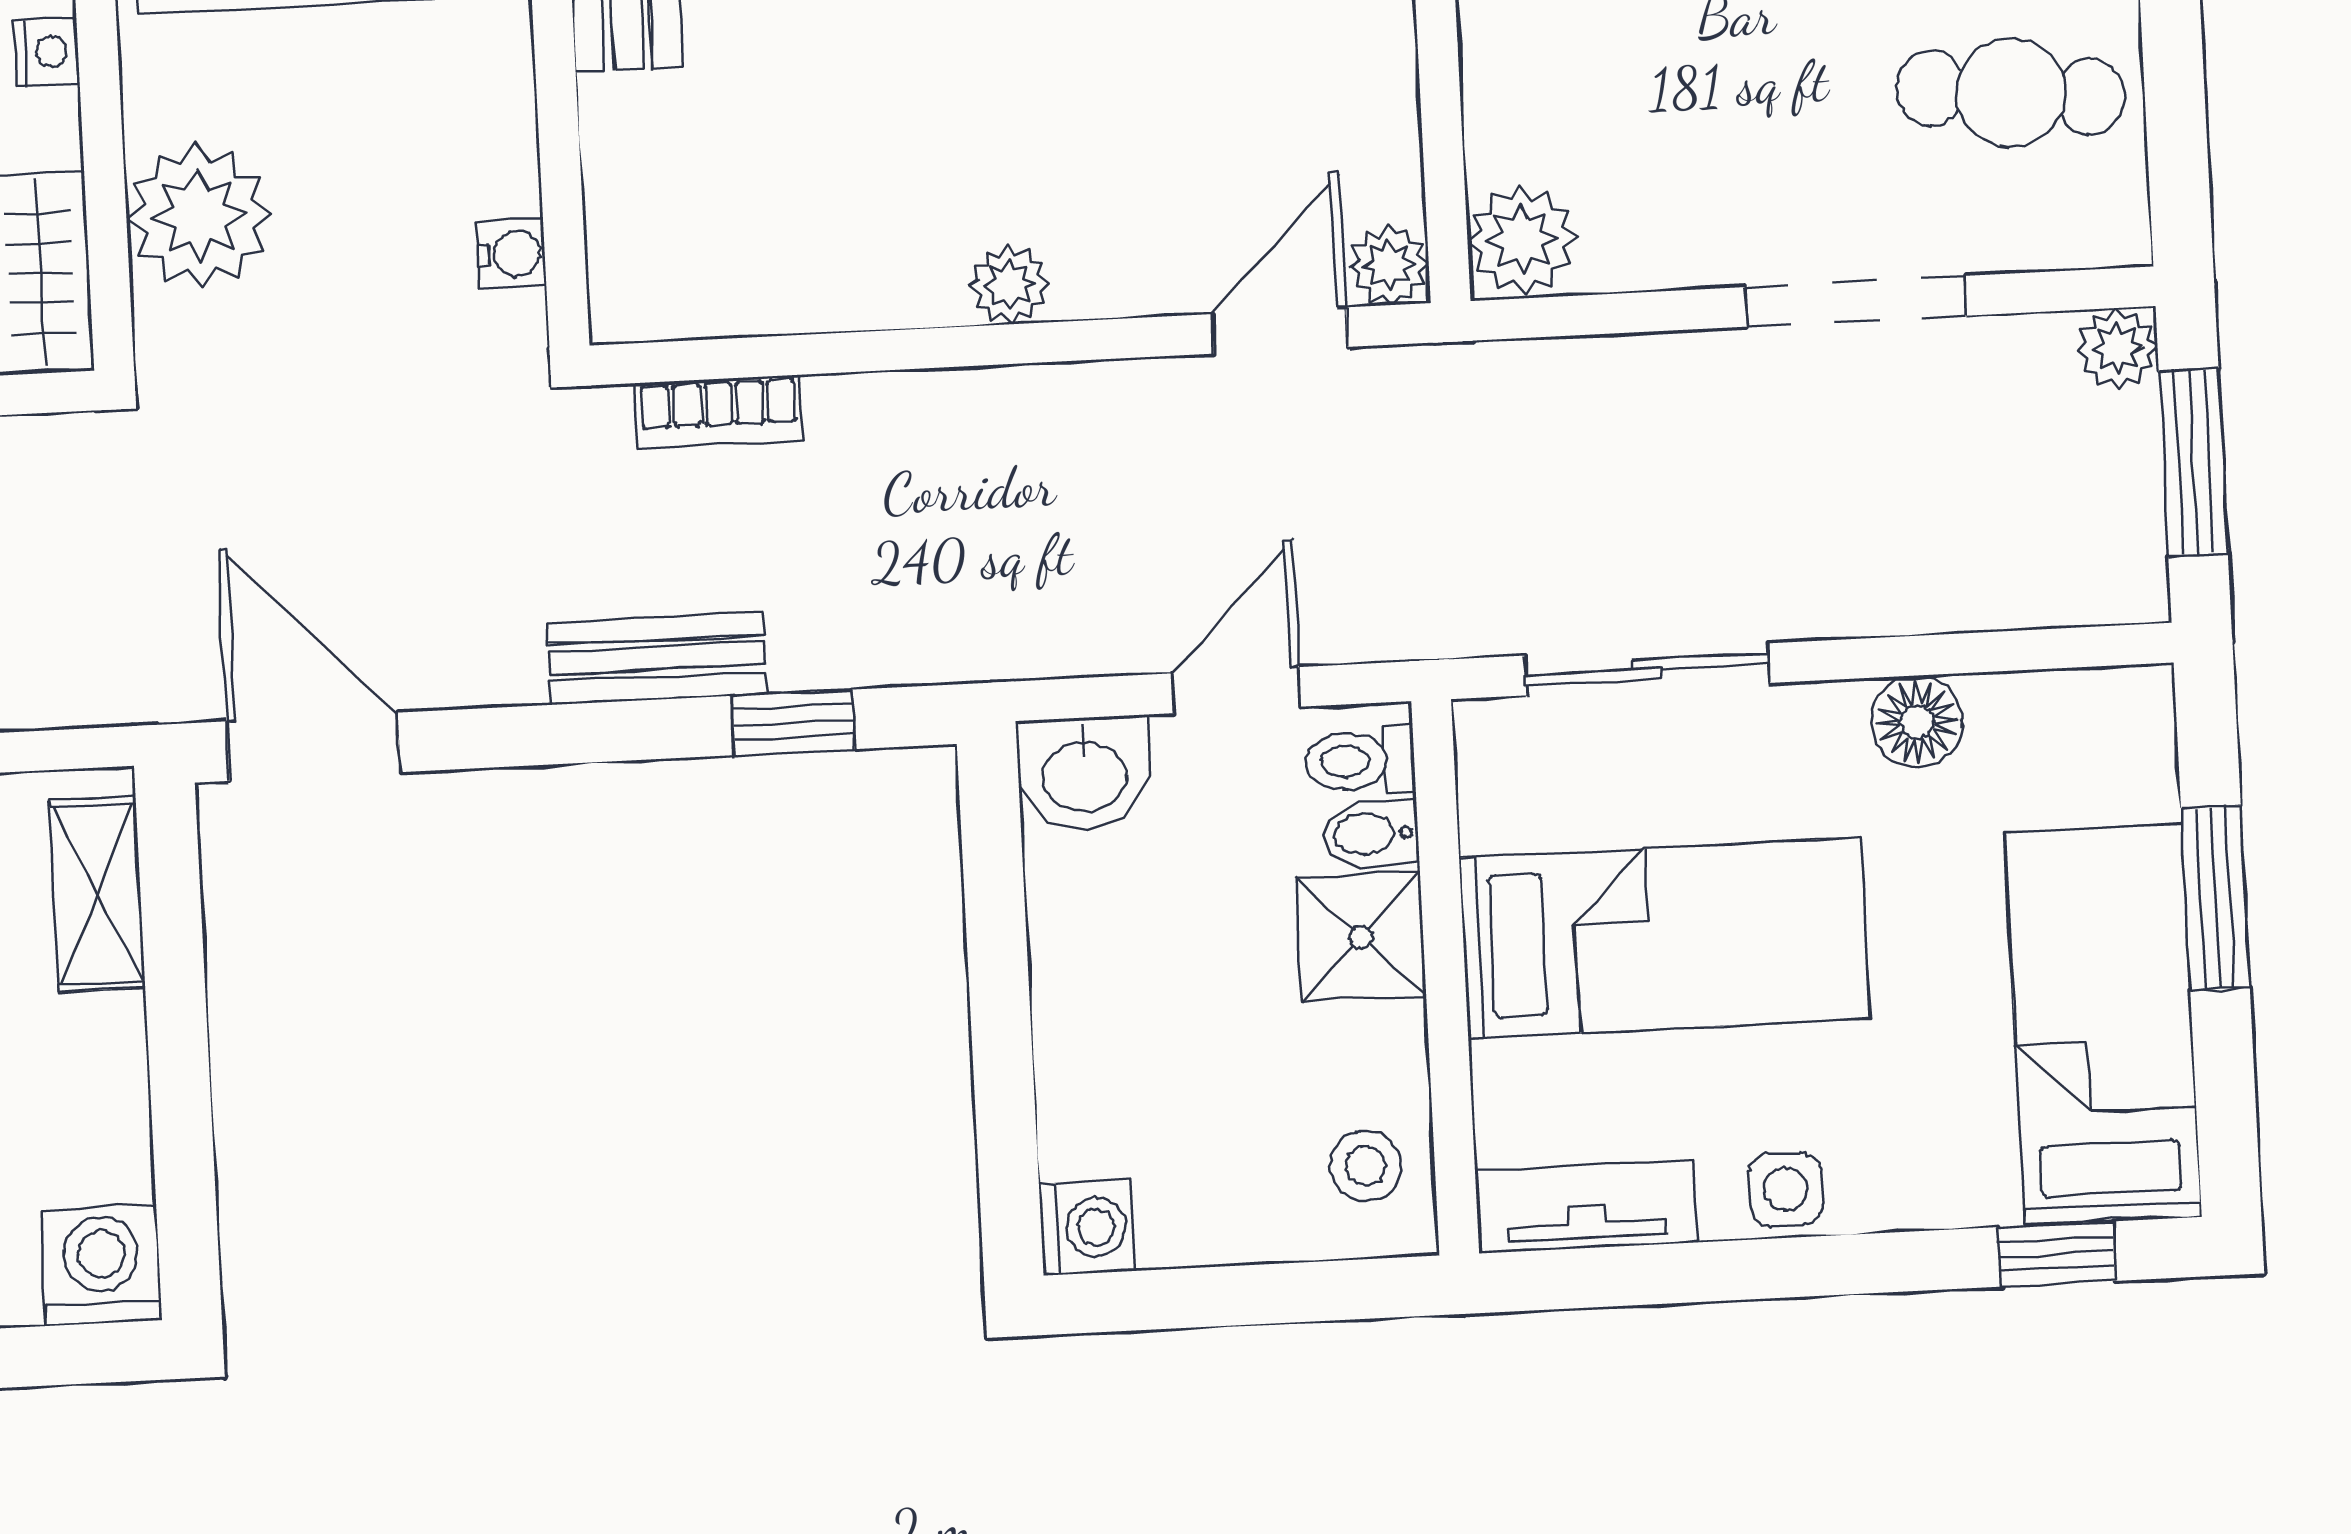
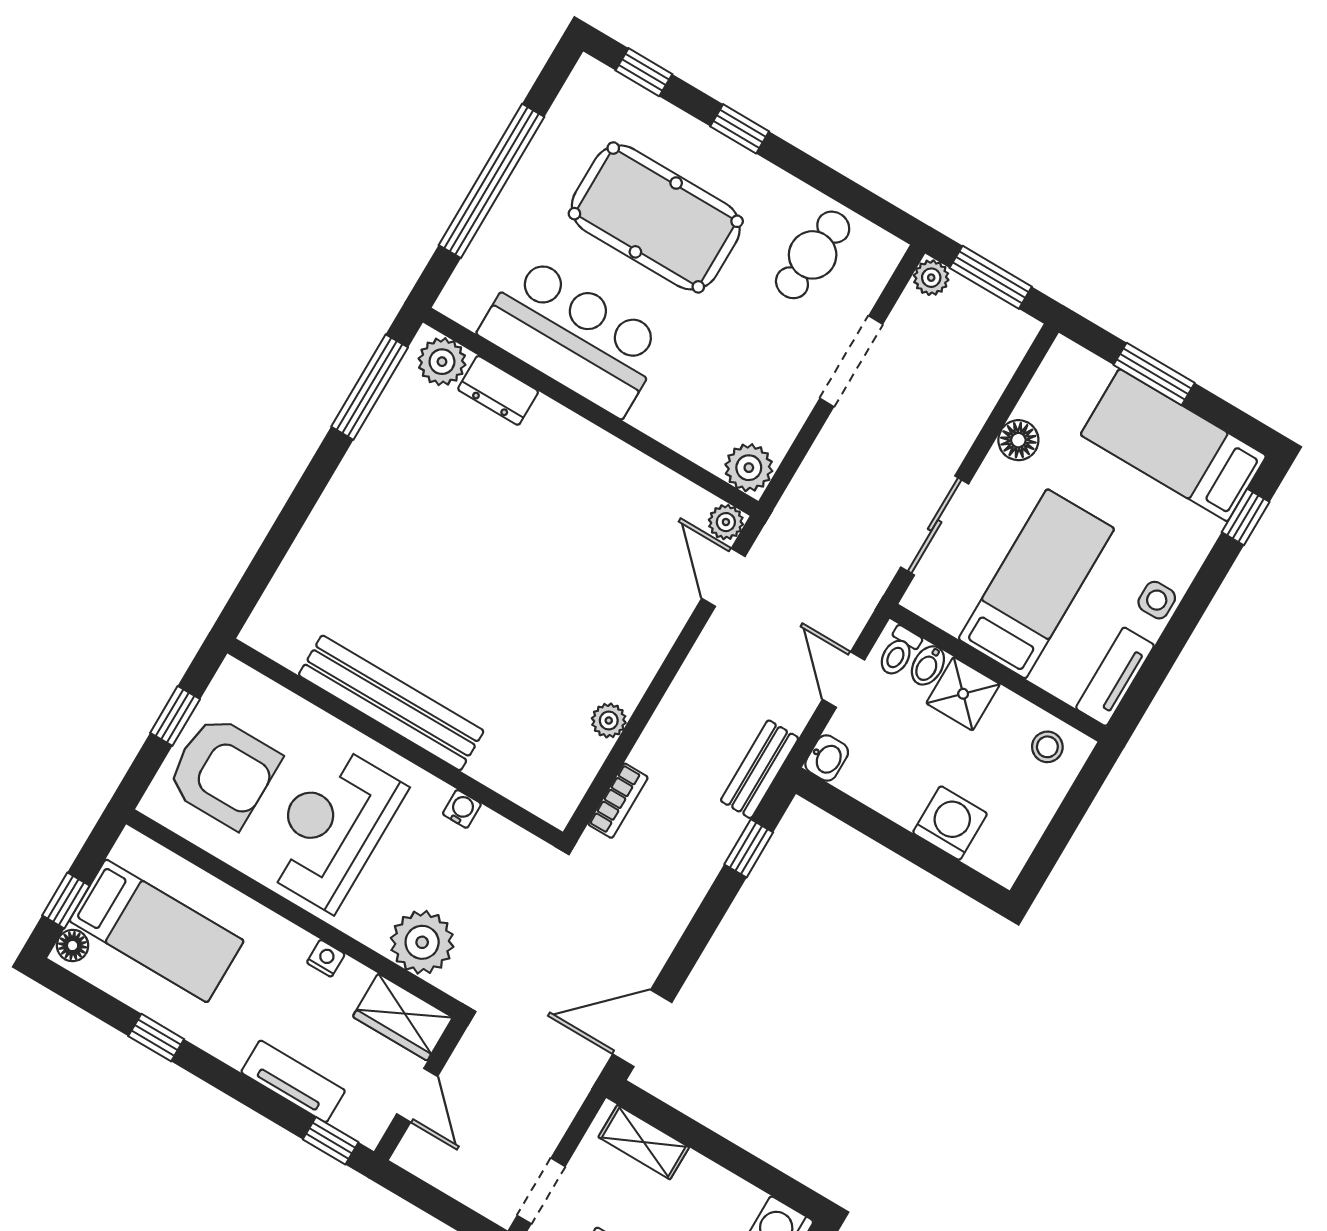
water cooler: (512, 254) -> (462, 809), moved
plant: (1009, 285) -> (609, 720), moved
bench: (657, 658) -> (760, 769), moved
washbasin: (1084, 774) -> (827, 758), width x0.72, depth x0.69
washing machine: (1087, 1227) -> (950, 823), moved, width x1.38, depth x1.38

